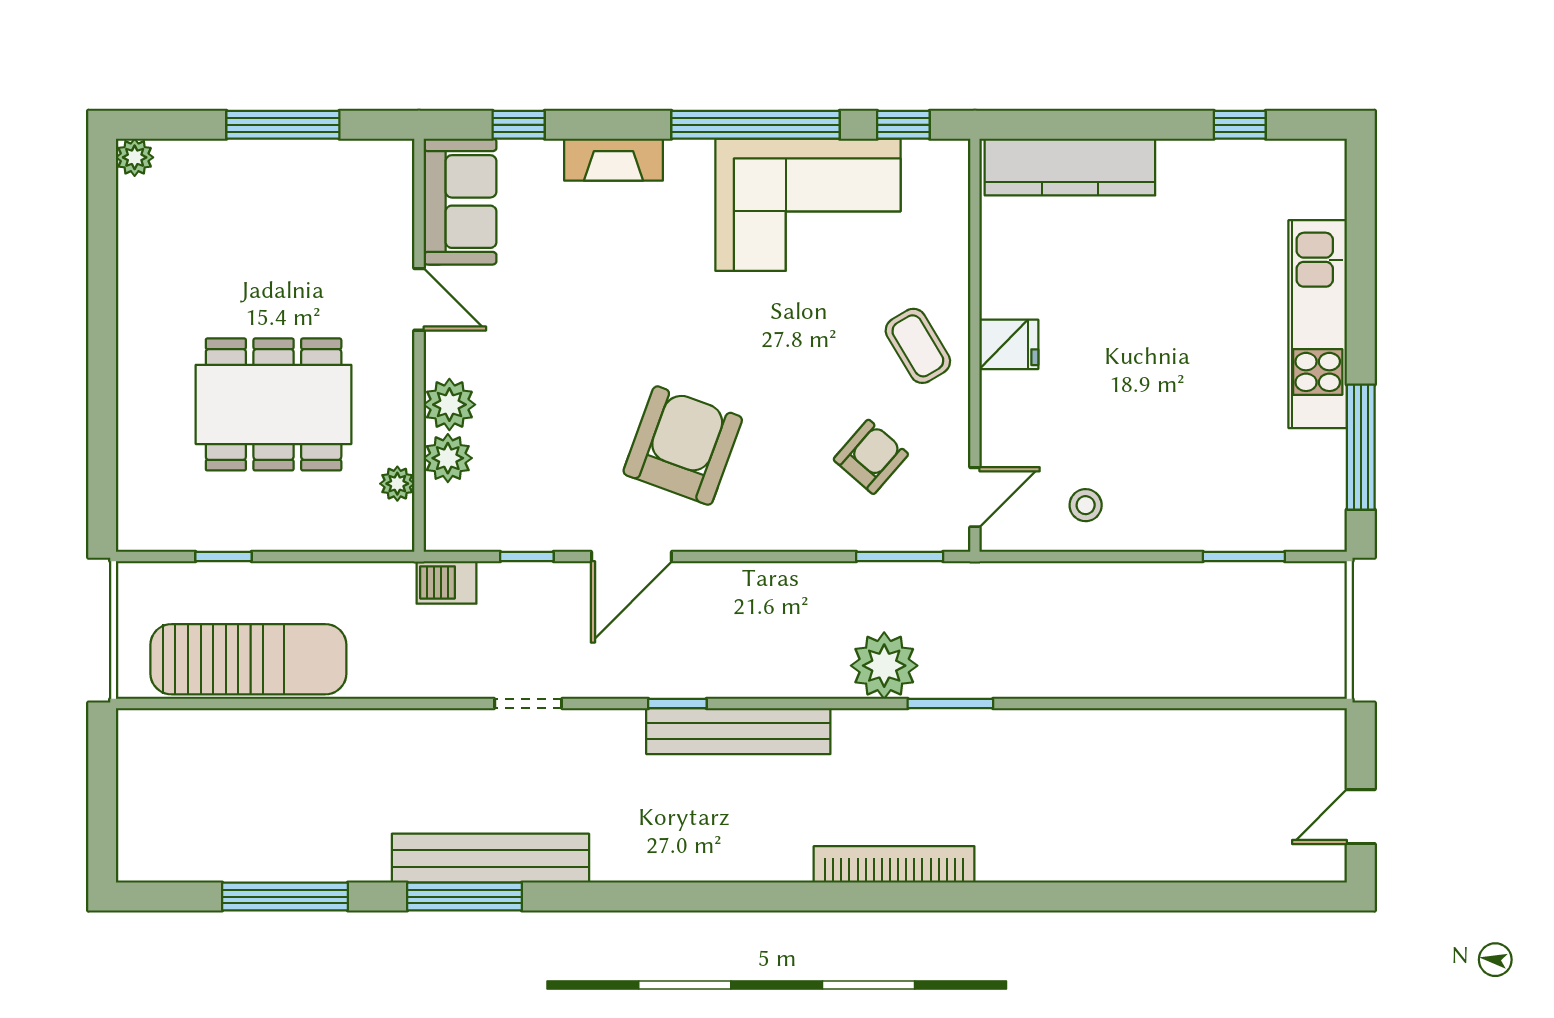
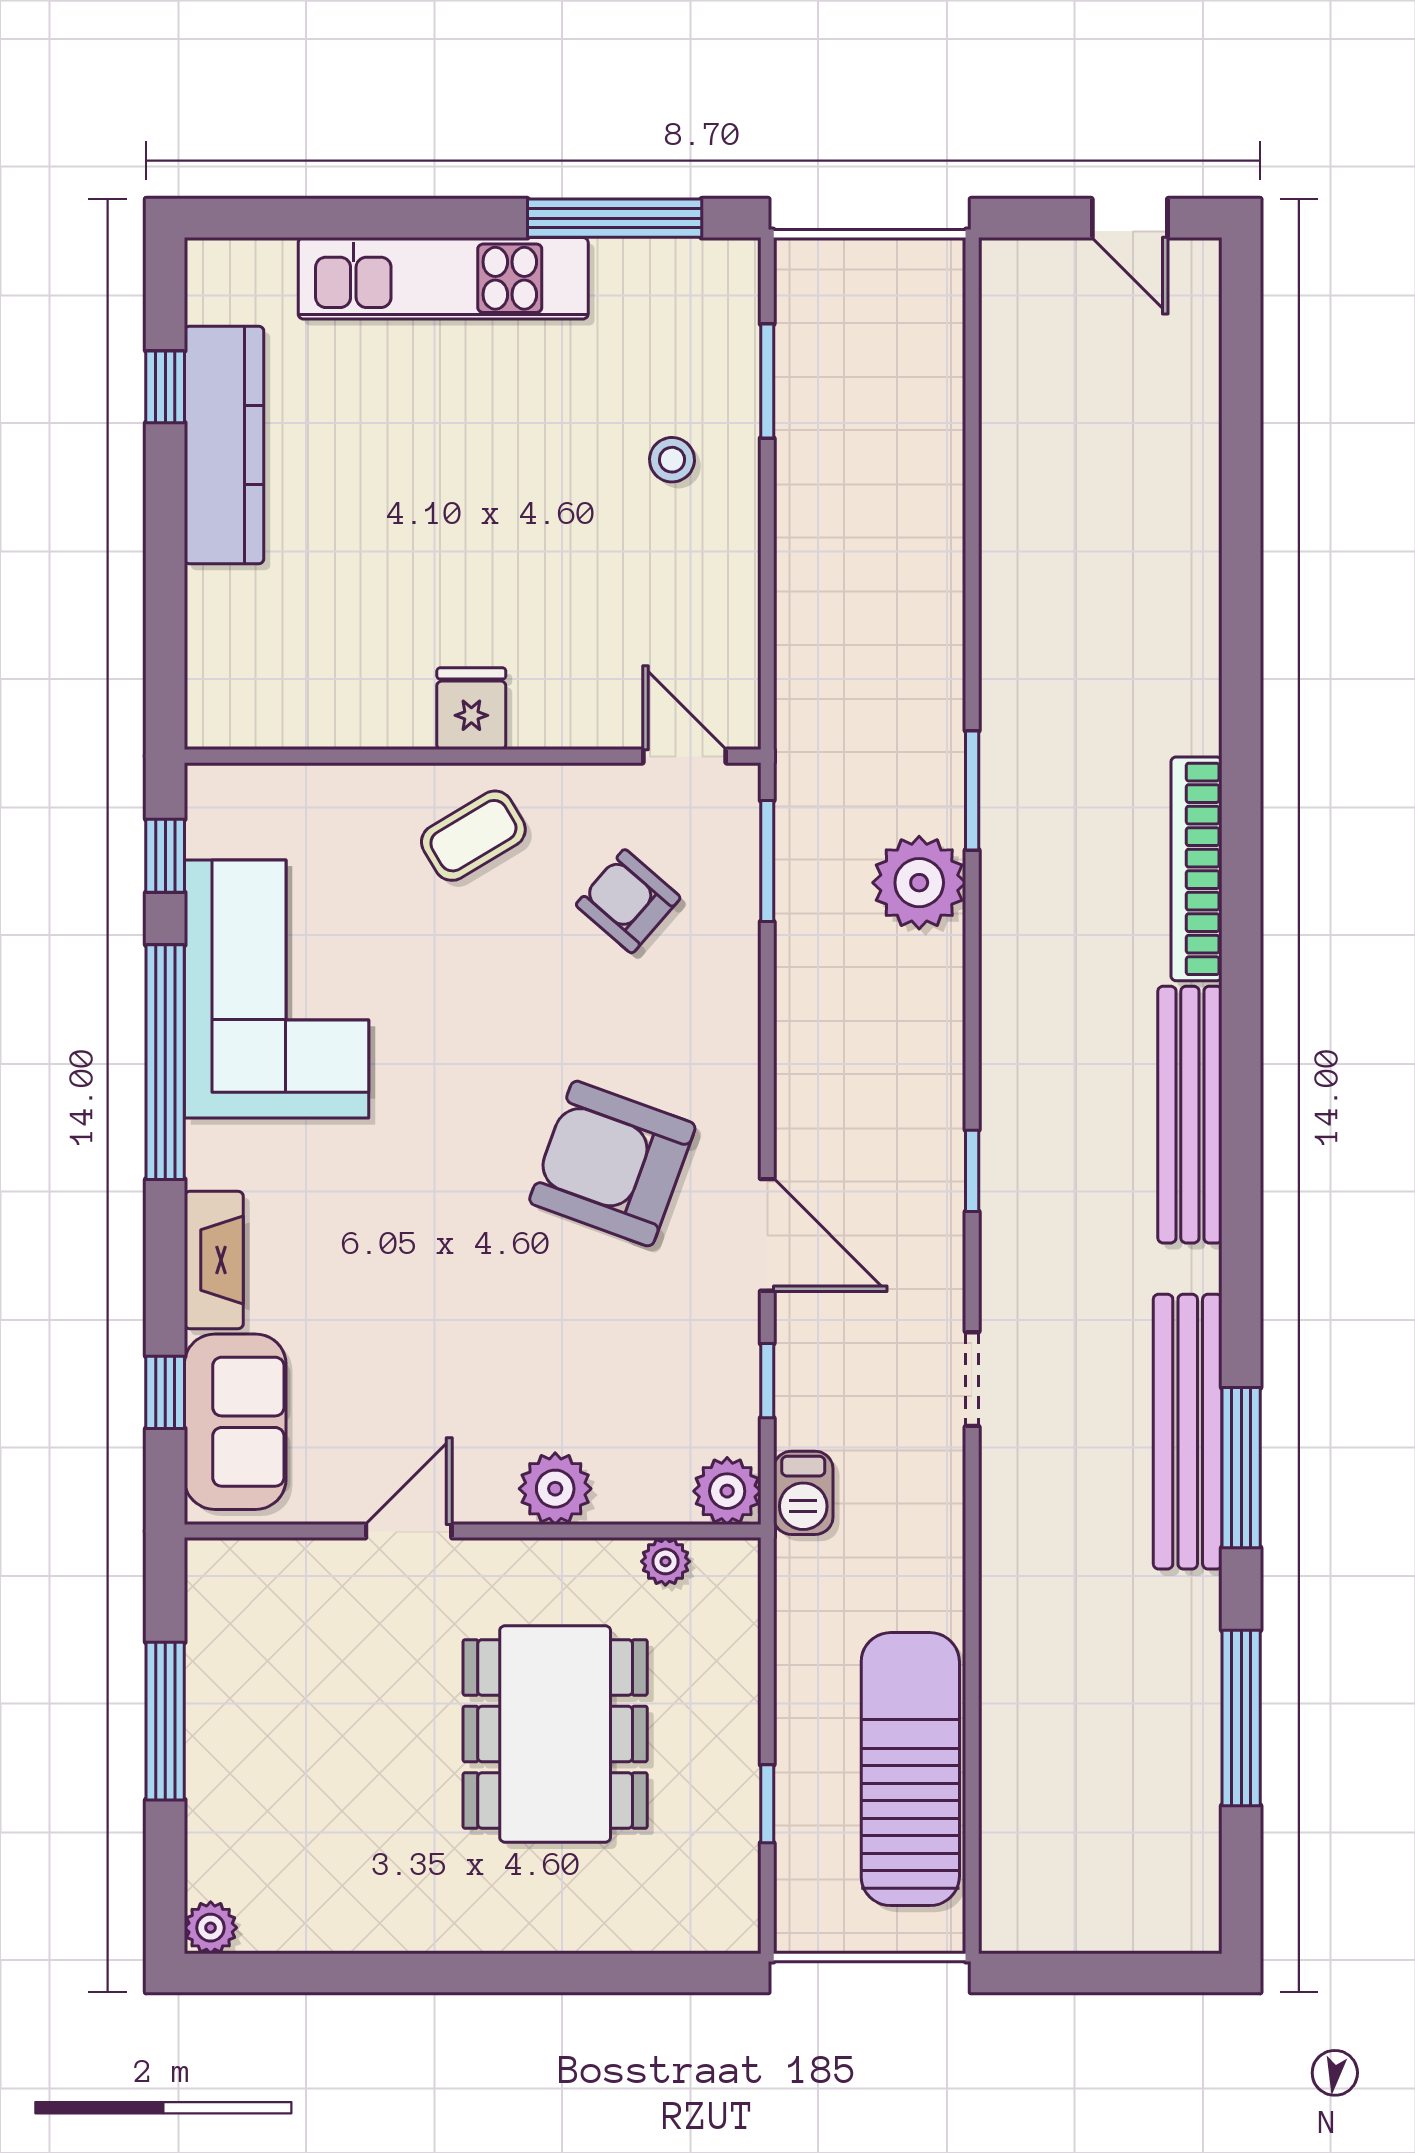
kitchen counter: (1070, 167) -> (224, 445), moved
sofa: (460, 202) -> (235, 1422), moved, turned 90
plant: (448, 458) -> (727, 1491), moved
stool: (1086, 505) -> (672, 460), moved
bench: (738, 731) -> (1190, 1115), moved

